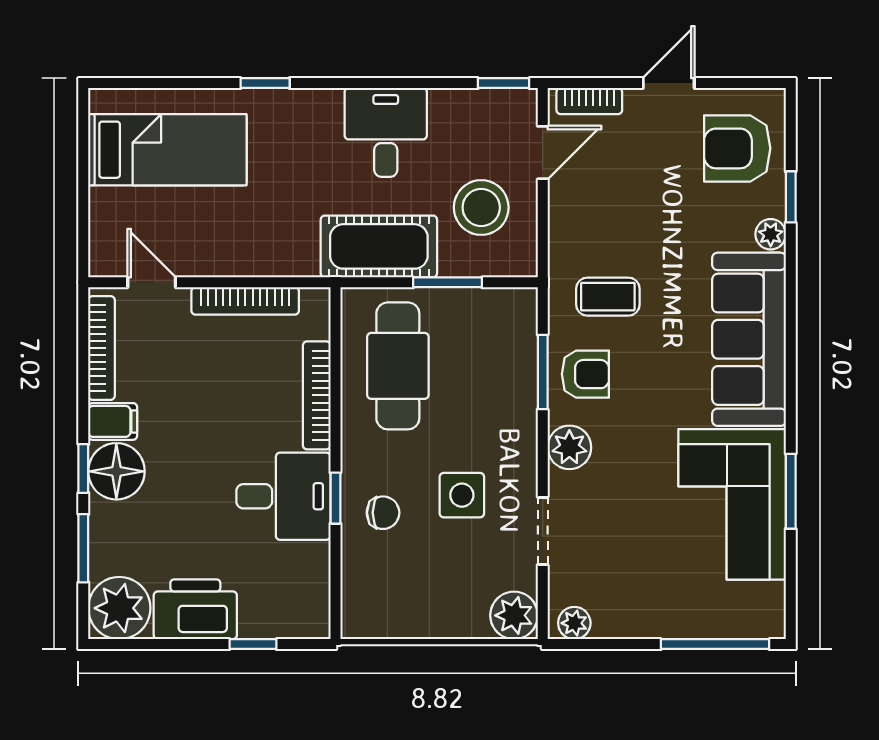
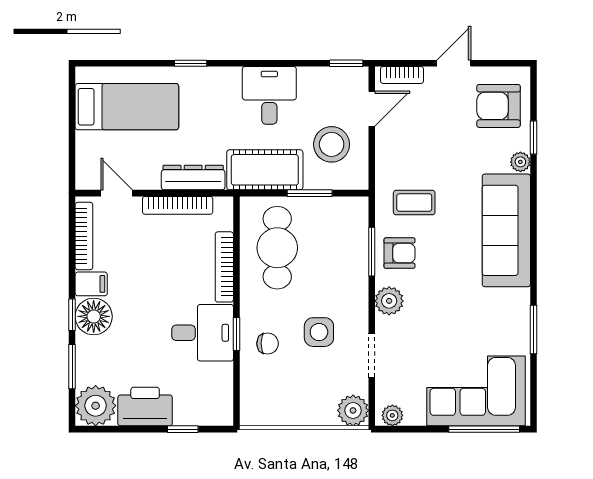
dresser: (269, 258) -> (193, 178), added
corner sofa: (732, 504) -> (476, 391), moved, turned 90

